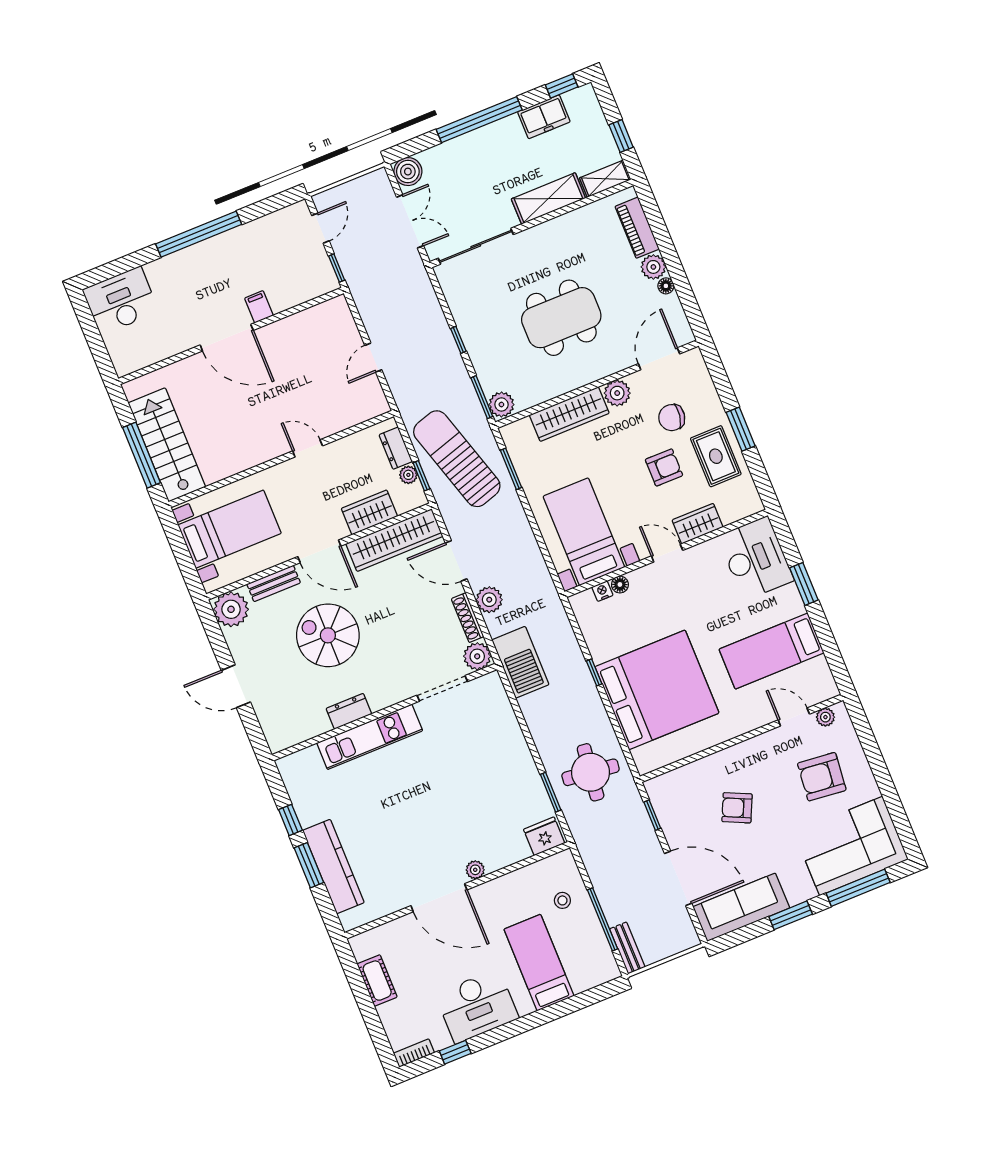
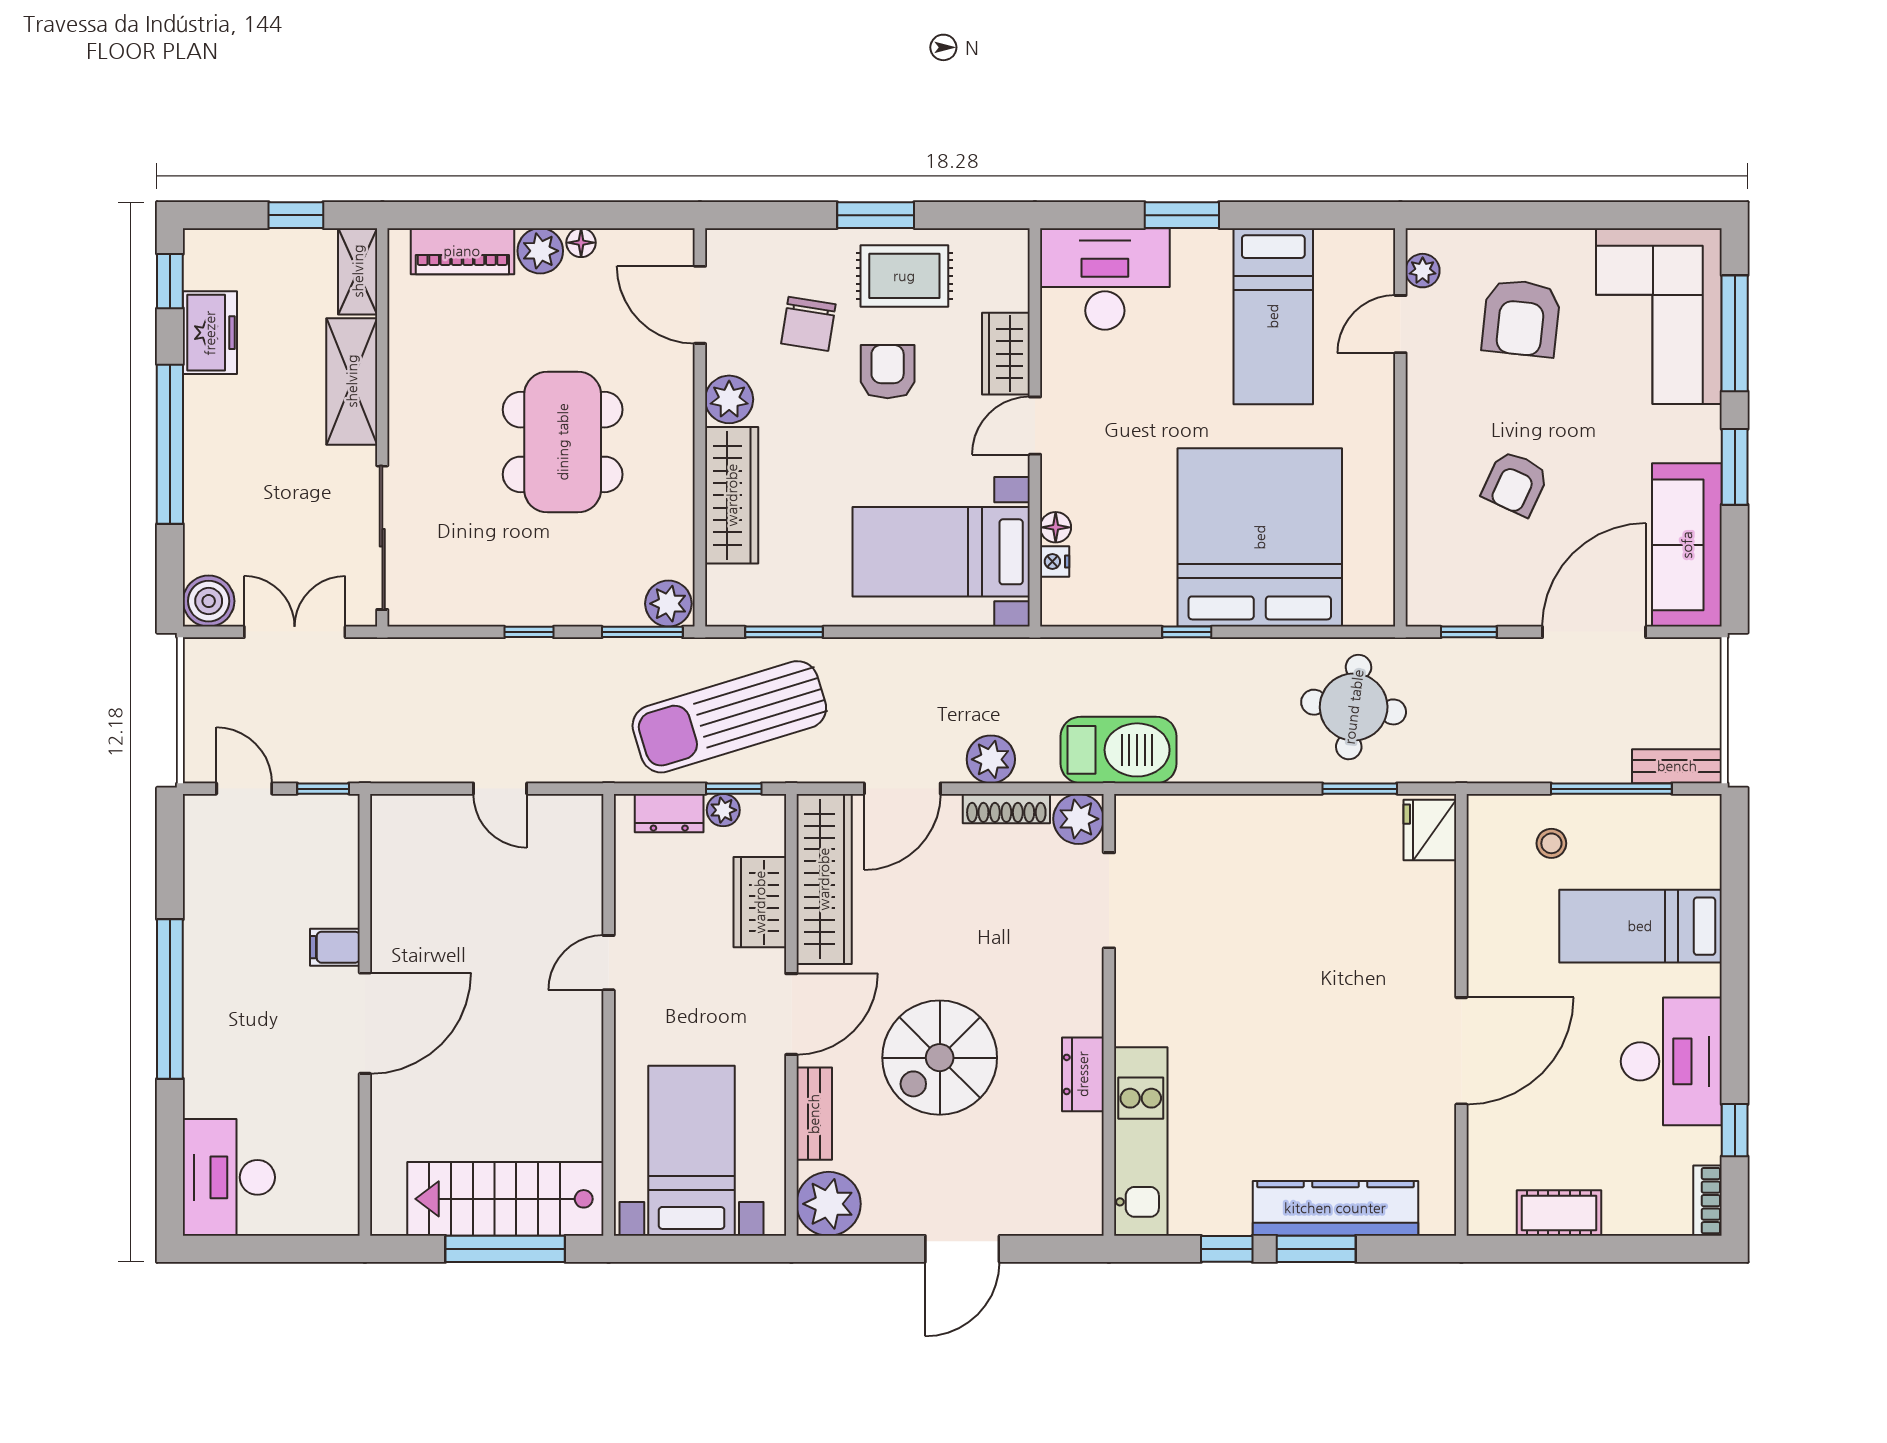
kitchen unit: (370, 737) -> (1141, 1142), moved
plant: (475, 870) -> (1439, 970), removed

